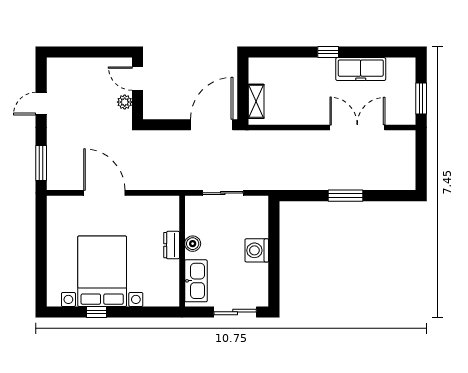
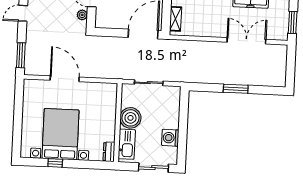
boiler: (193, 244) -> (130, 118), width x1.86, depth x1.86
dresser: (172, 245) -> (109, 152), moved
washing machine: (257, 250) -> (170, 138), moved

